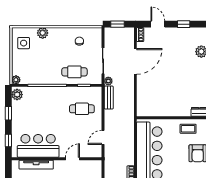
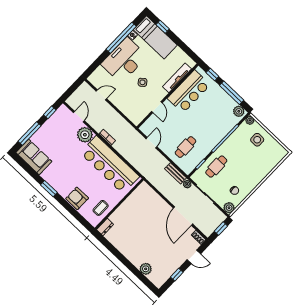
plant: (43, 33) -> (229, 208), moved
side table: (24, 43) -> (257, 140), moved
window: (8, 113) -> (232, 93), width x2.17

